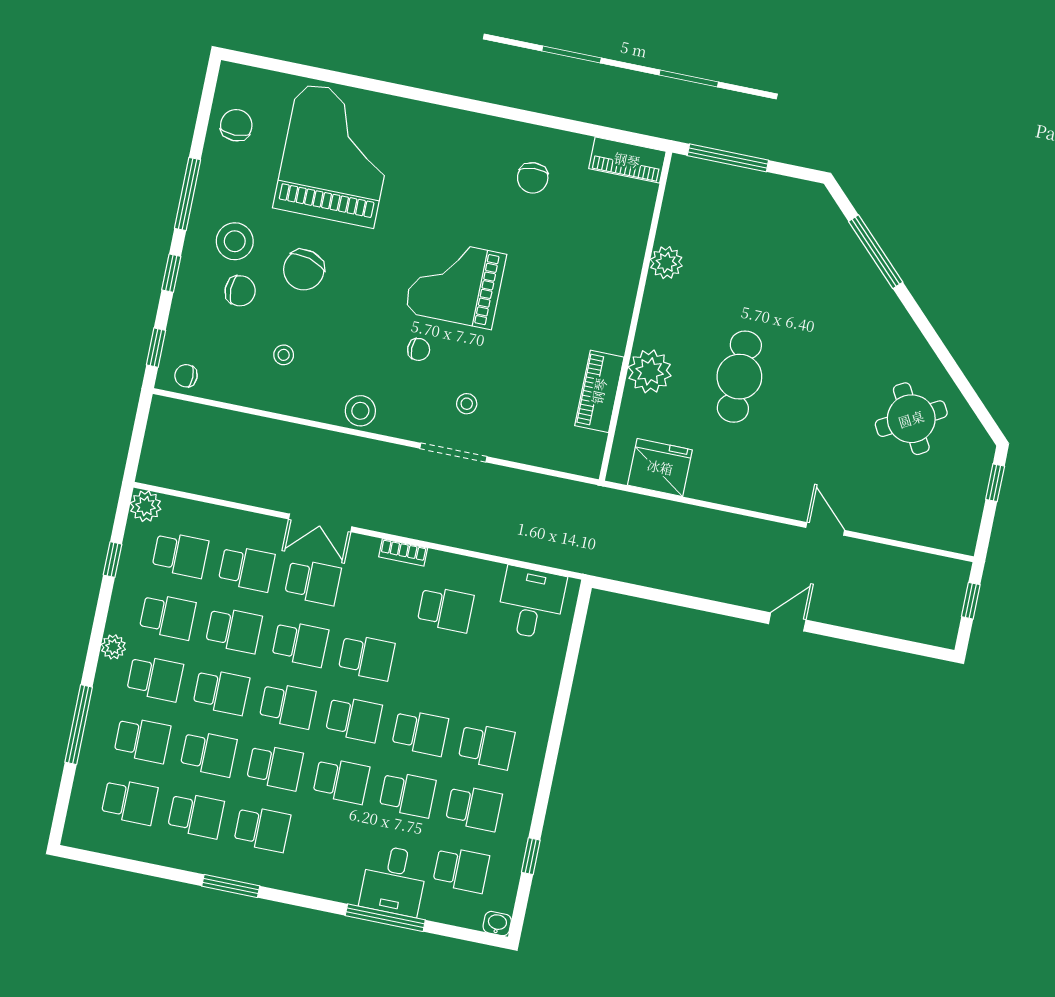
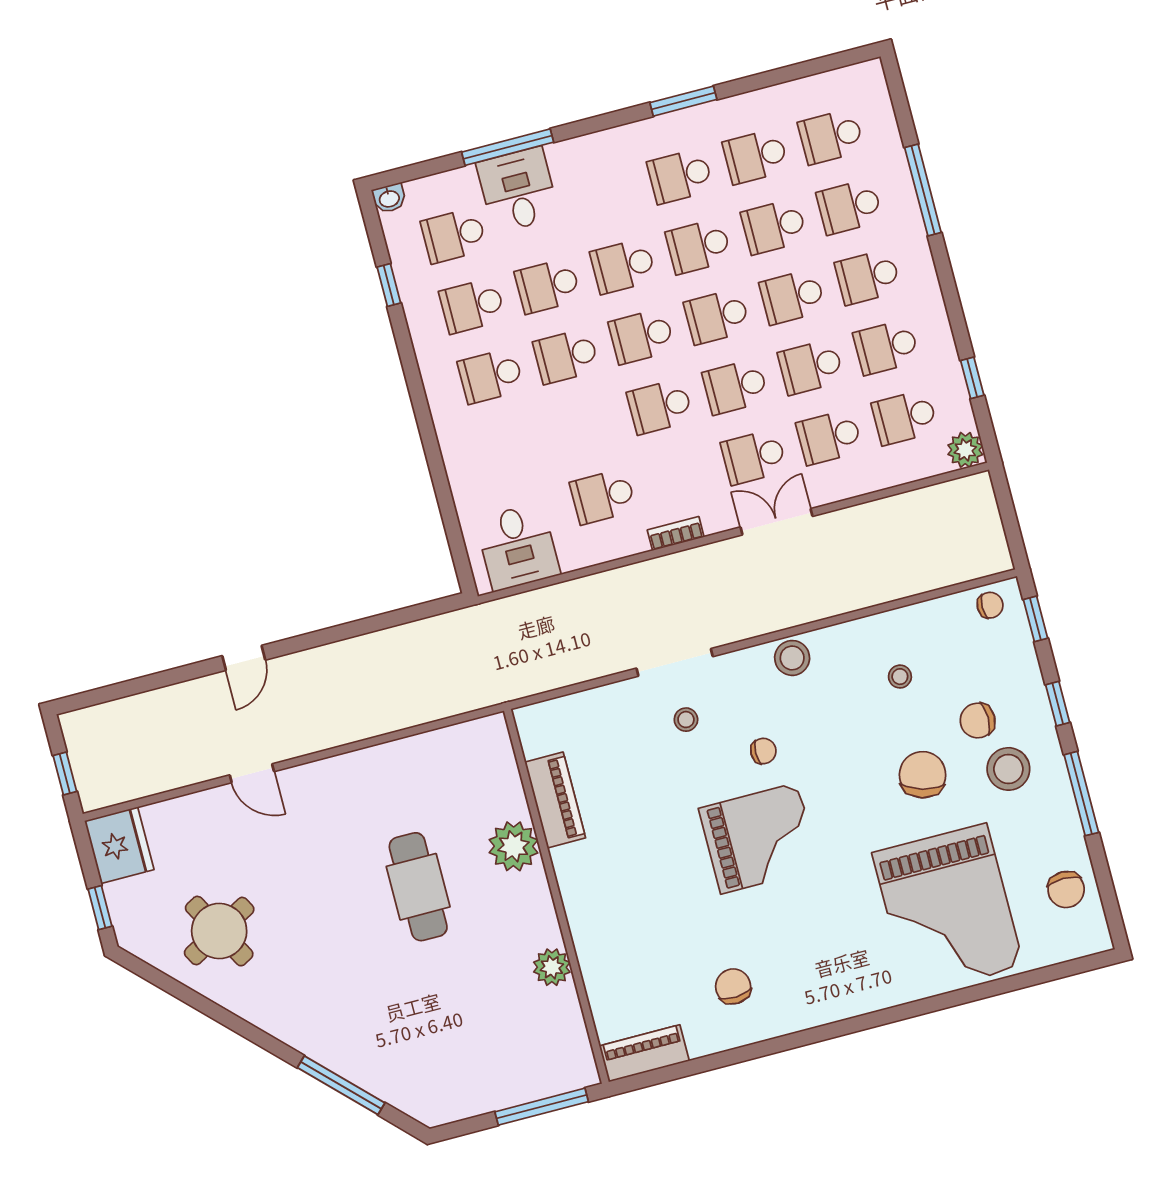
chair: (419, 349) -> (763, 751), turned 180
fridge: (660, 467) -> (119, 845), moved, turned -90
plant: (113, 647) -> (927, 288), removed

